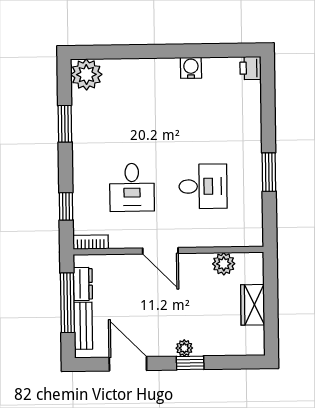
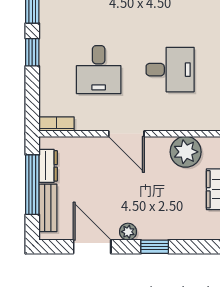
window: (66, 206) -> (32, 52), moved
plant: (224, 264) -> (186, 152), width x1.36, depth x1.36
plant: (184, 348) -> (128, 232), moved

